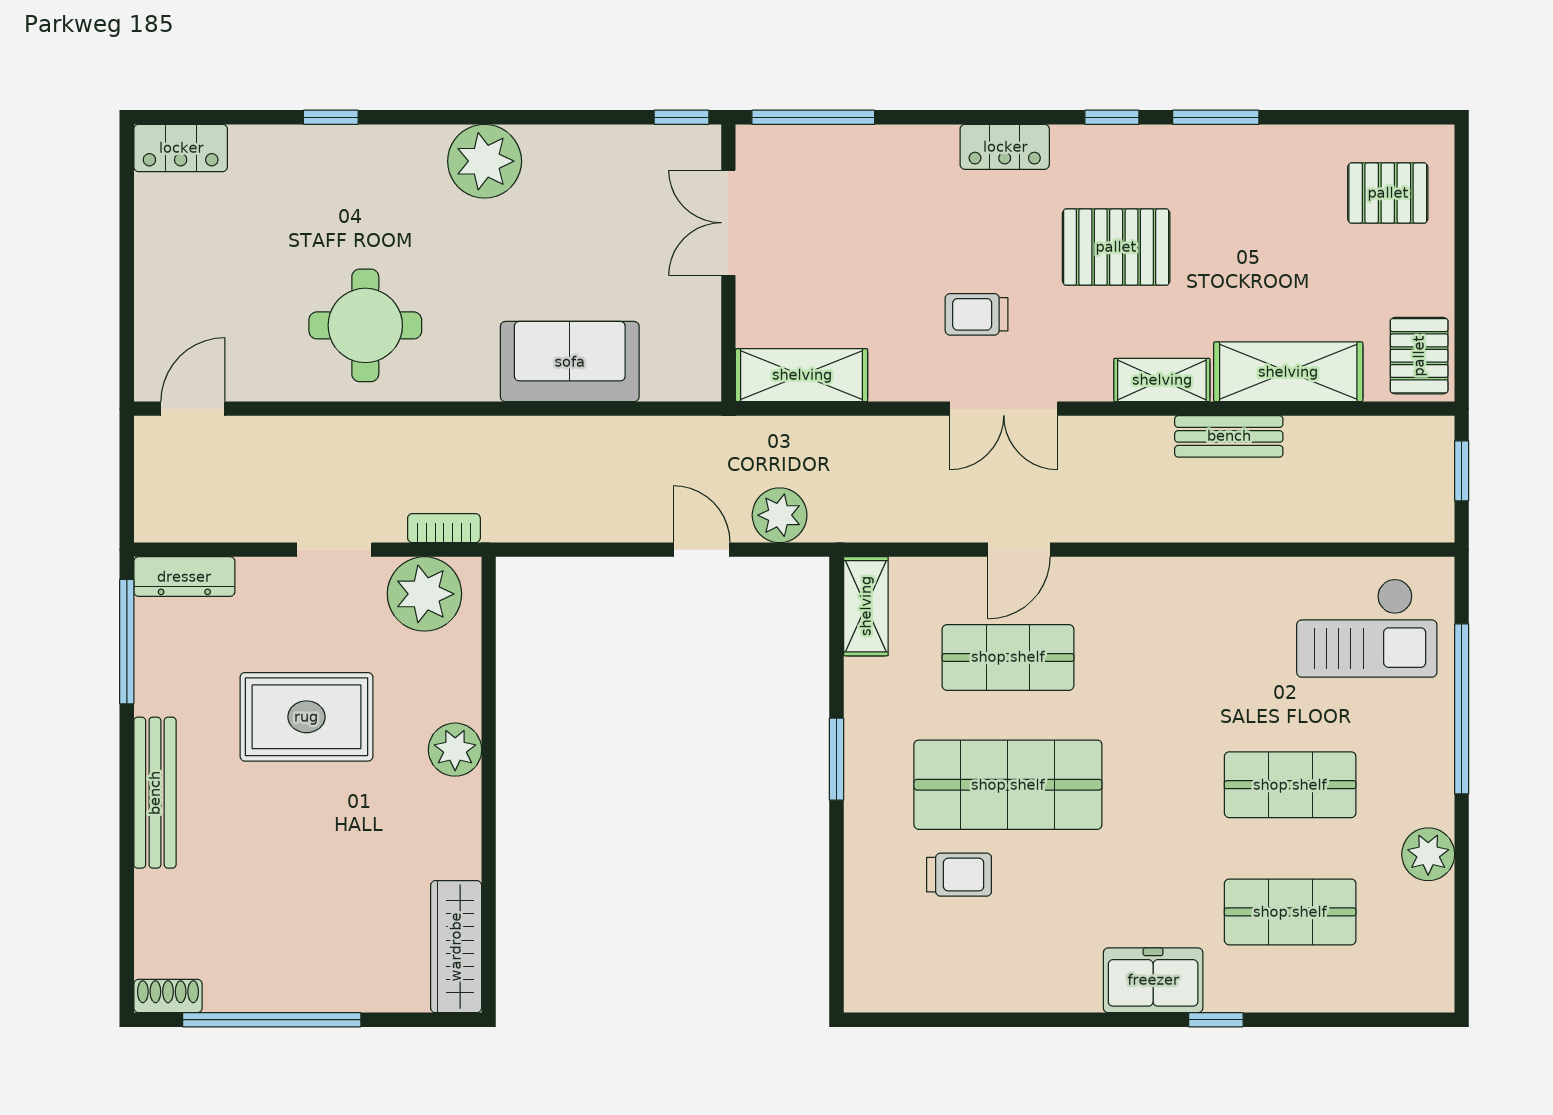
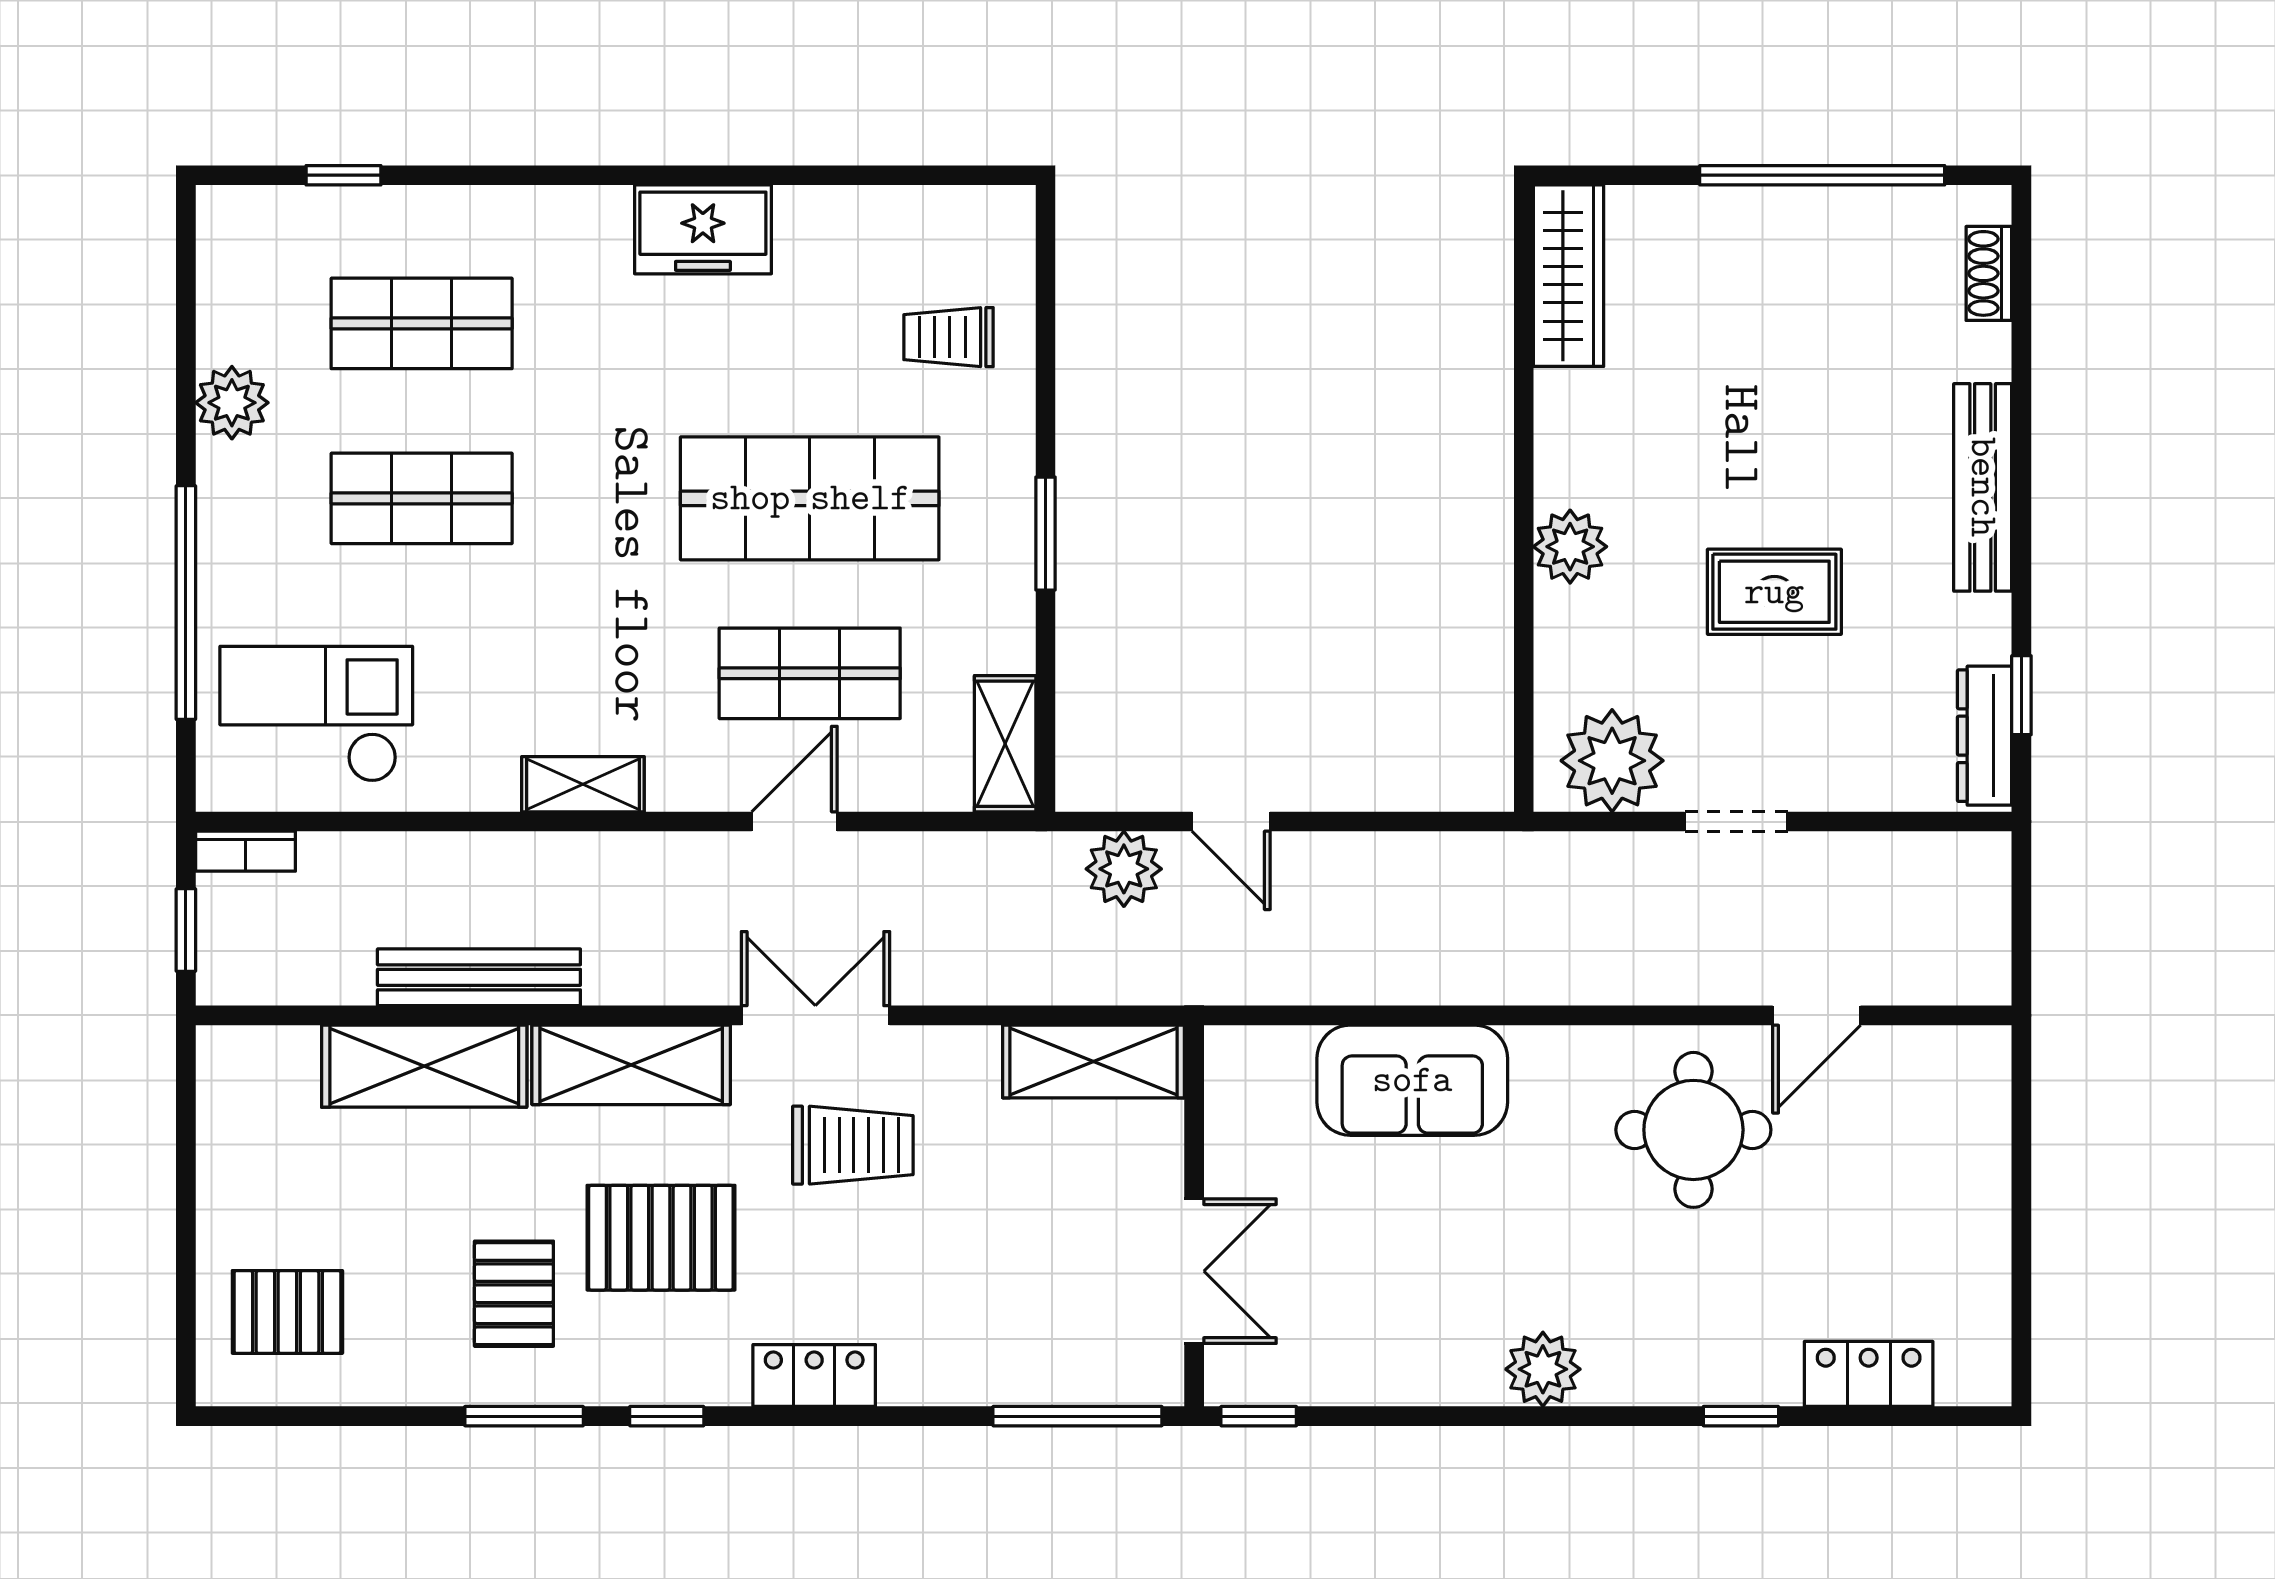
locker: (181, 148) -> (1869, 1374), moved
plant: (485, 161) -> (1543, 1369), width x0.73, depth x0.73
trolley: (977, 314) -> (853, 1145), width x1.36, depth x1.39
pallet: (1419, 356) -> (514, 1294), moved
shelving: (1162, 380) -> (631, 1065), width x1.50, depth x1.33
door: (193, 409) -> (1817, 1015), moved
bench: (1229, 436) -> (479, 977), width x1.36
bookcase: (444, 528) -> (246, 851), moved
dresser: (184, 577) -> (1985, 736), moved, turned -90
shelving: (1173, 577) -> (583, 784), added
window: (127, 642) -> (2021, 695), width x0.46
rug: (306, 717) -> (1774, 592), width x0.73, depth x0.70
trolley: (959, 875) -> (948, 337), moved
freezer: (1153, 980) -> (703, 229), moved
shoe rack: (168, 996) -> (1989, 273), moved, turned 90
window: (1216, 1020) -> (344, 175), moved

